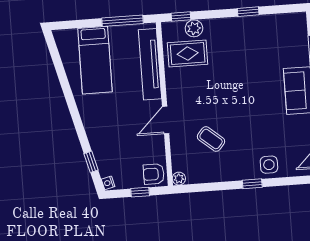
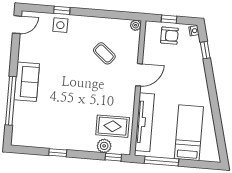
armchair: (154, 174) -> (169, 36), moved
window: (252, 184) -> (62, 10), moved

